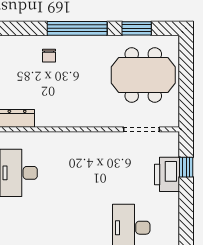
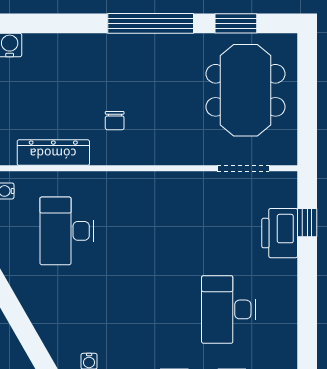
chair: (49, 56) -> (115, 121), moved
meeting table: (143, 75) -> (246, 90), turned 90

